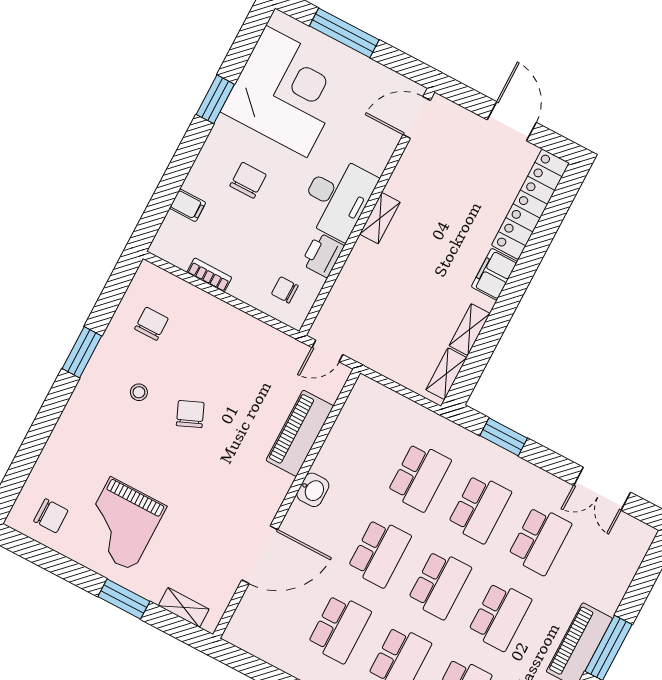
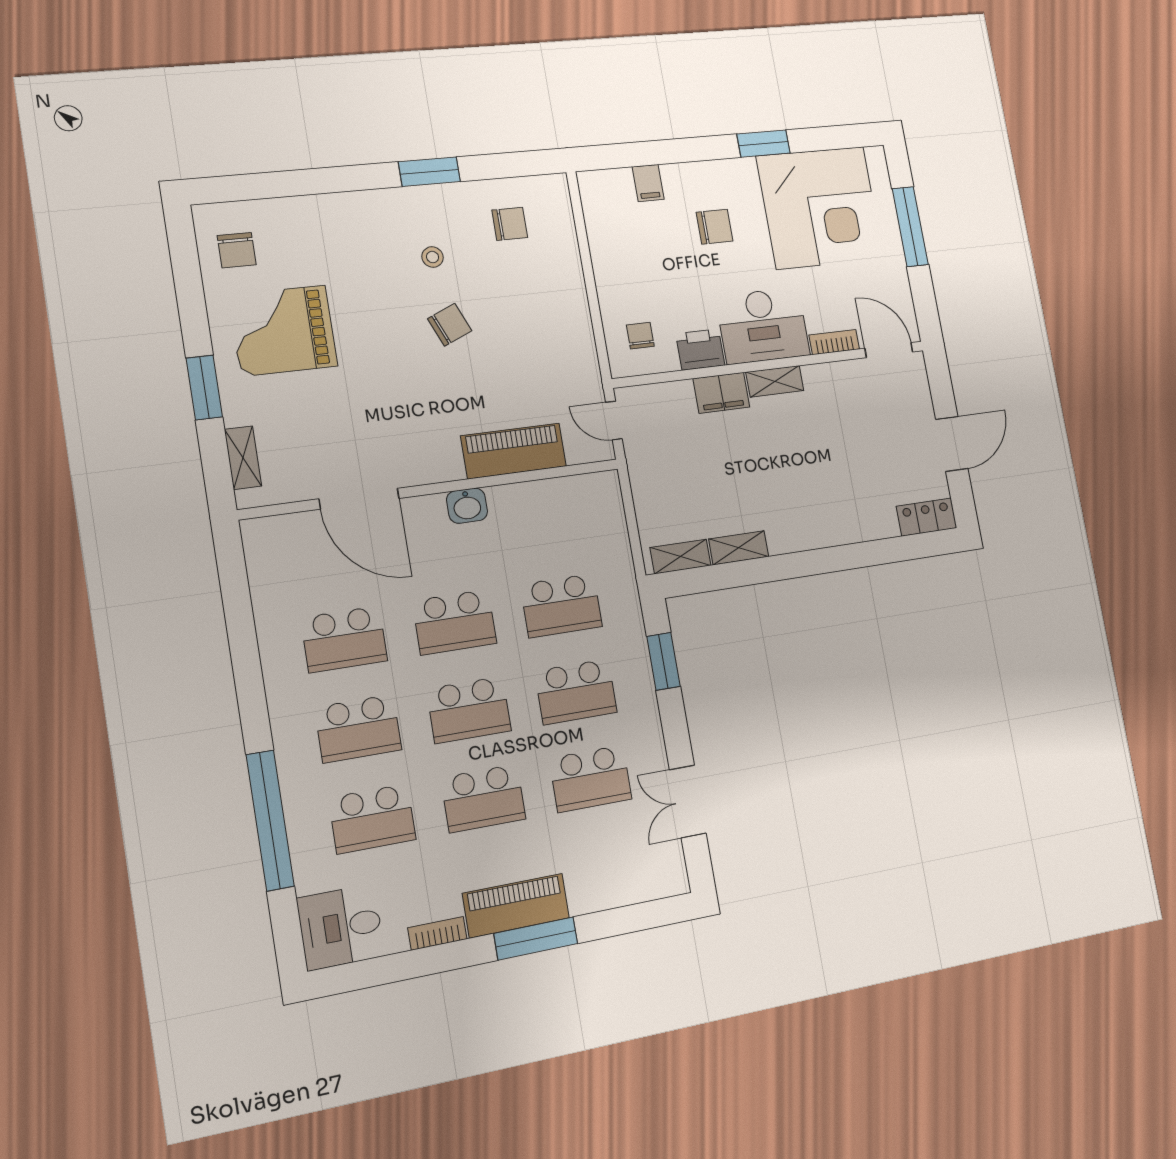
locker: (530, 204) -> (927, 517), width x0.46, depth x0.83
filing cabinet: (494, 274) -> (721, 393), moved, turned 180
bookcase: (209, 275) -> (834, 342), moved, turned -90

